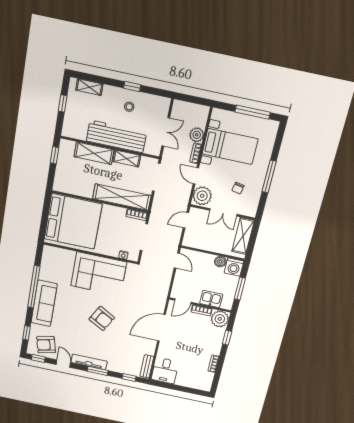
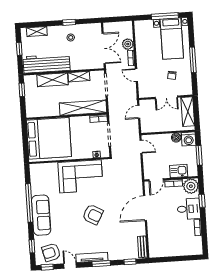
double door: (166, 132) -> (104, 48), width x1.37
workbench: (116, 136) -> (47, 63), moved
bed with nightstands: (230, 146) -> (172, 39), moved, turned 90
plant: (202, 196) -> (146, 89), removed
desk: (165, 371) -> (189, 209), moved, turned -90

